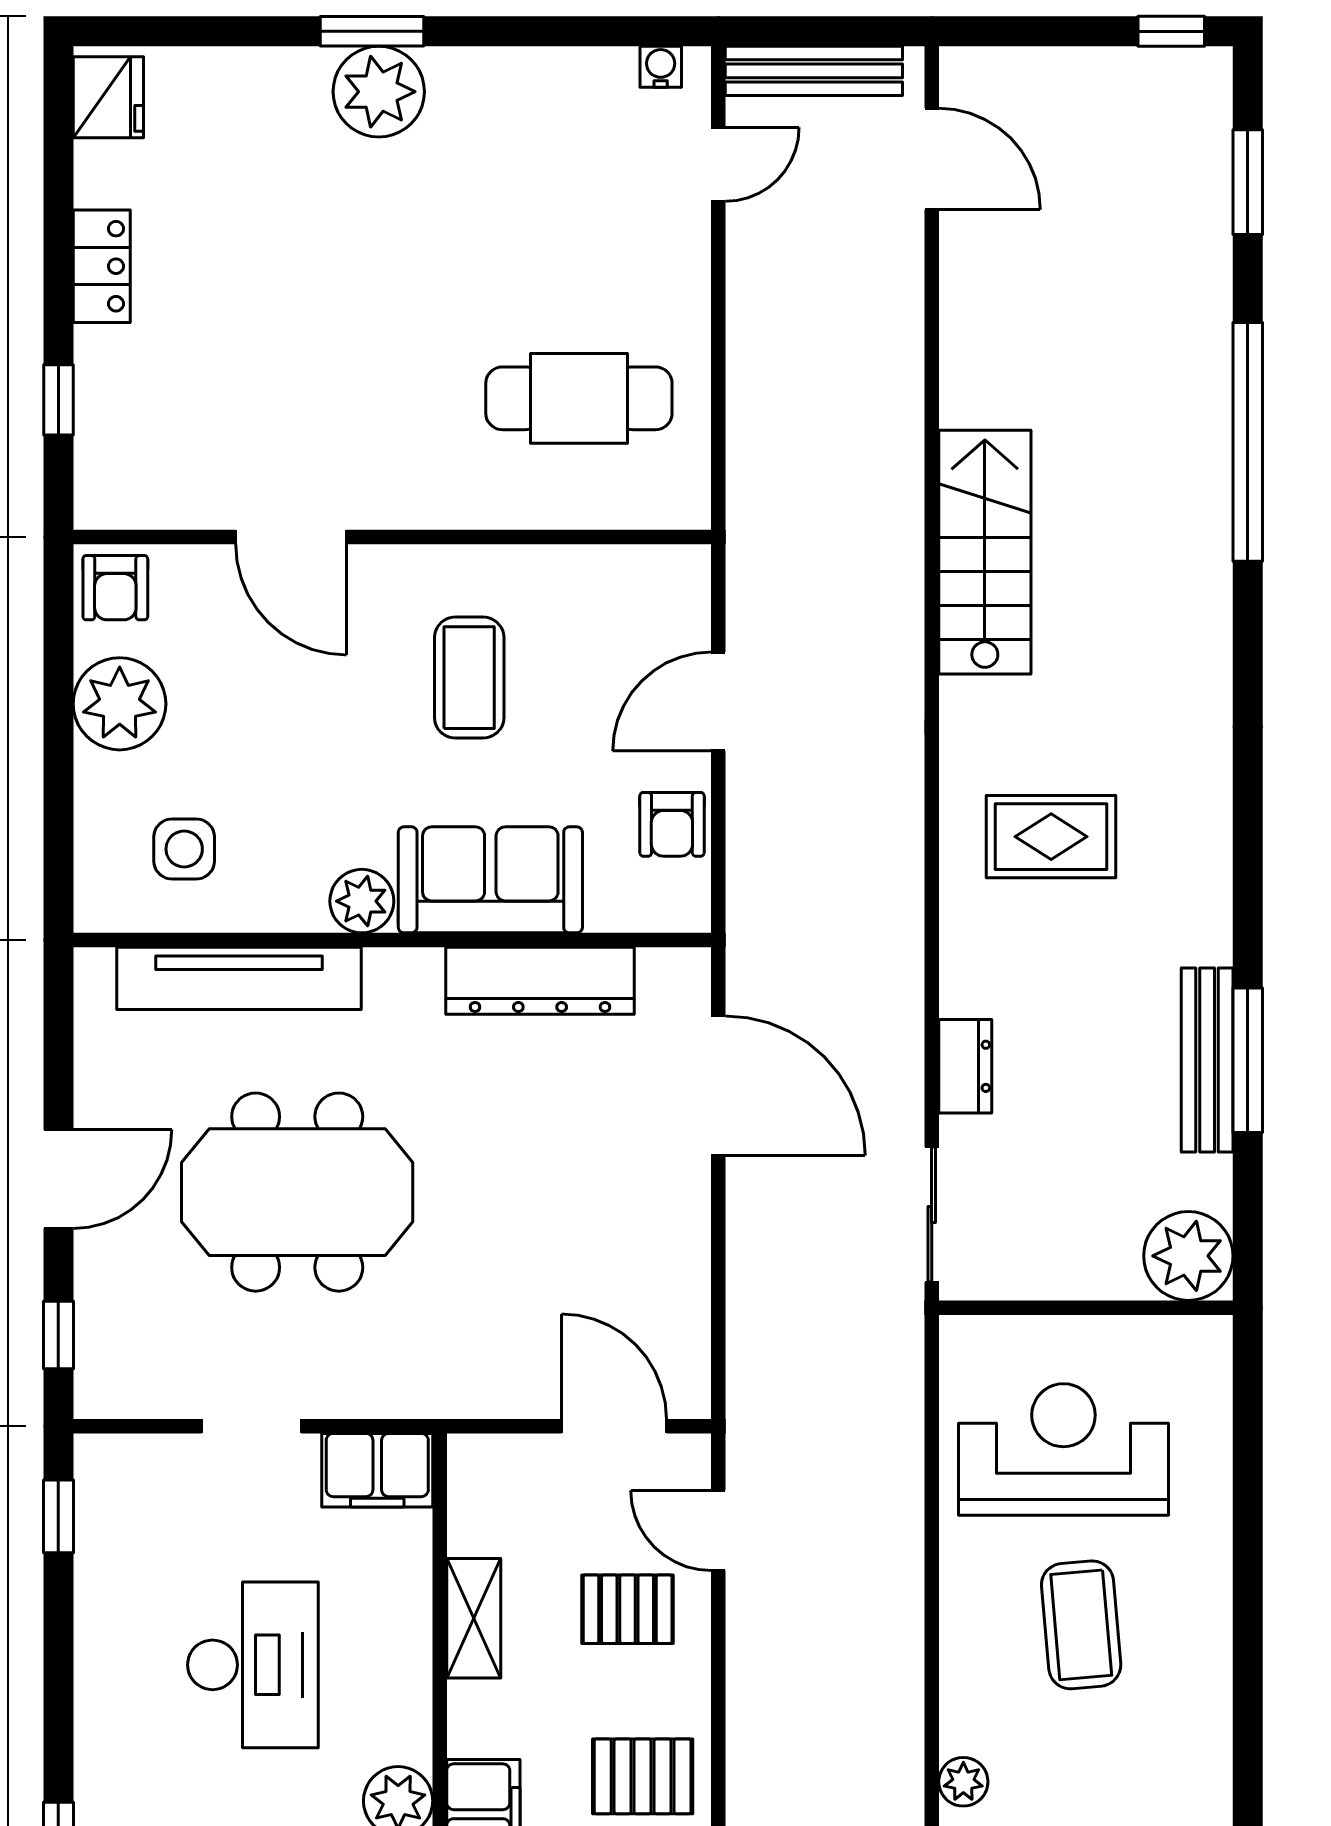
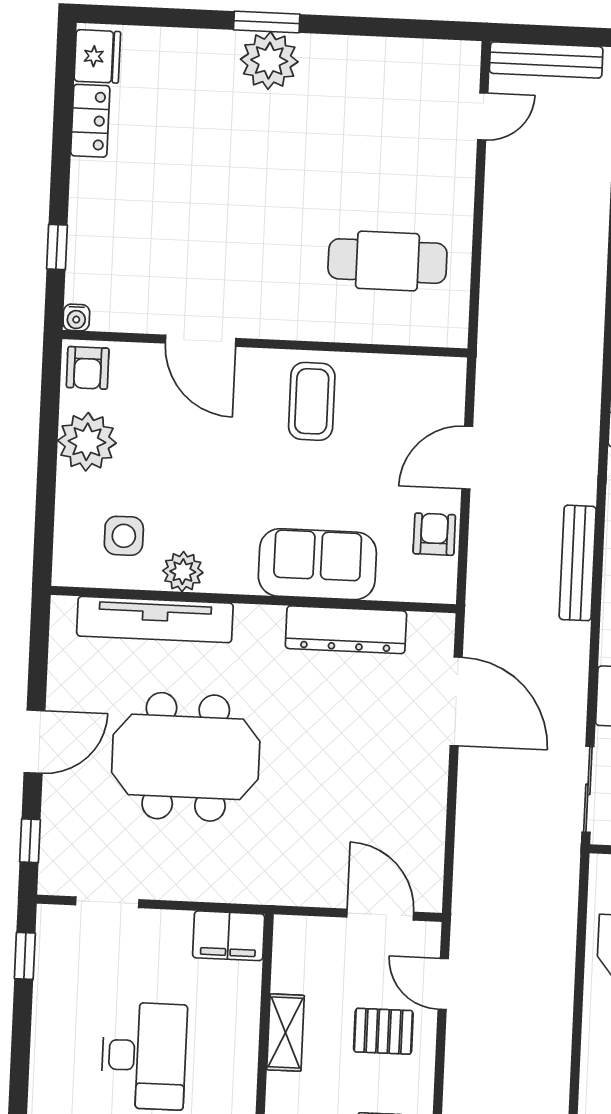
water cooler: (661, 67) -> (76, 317), moved, turned 180
locker: (102, 266) -> (90, 121), moved
coffee table: (469, 678) -> (312, 401), moved
armchair: (672, 824) -> (434, 534), turned 180
bench: (899, 859) -> (578, 563), added
plant: (362, 901) -> (183, 572), moved
doorway: (252, 1426) -> (107, 902), moved

